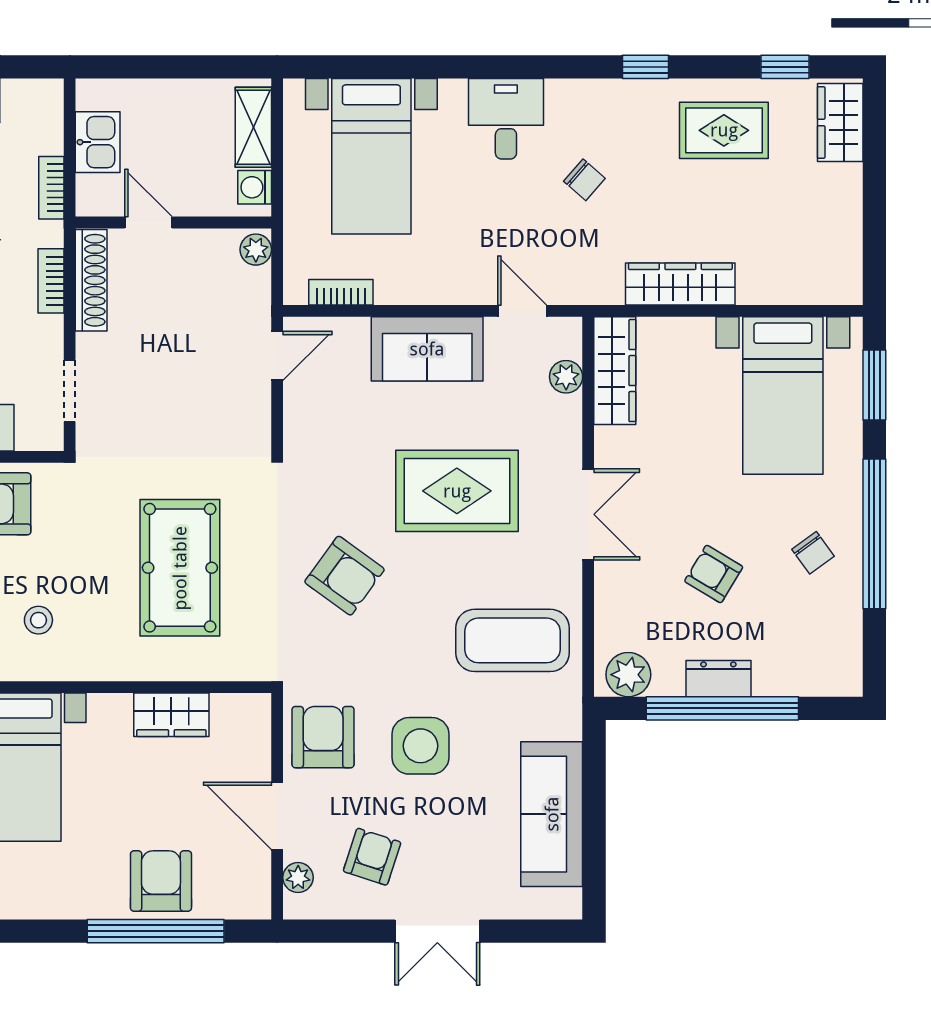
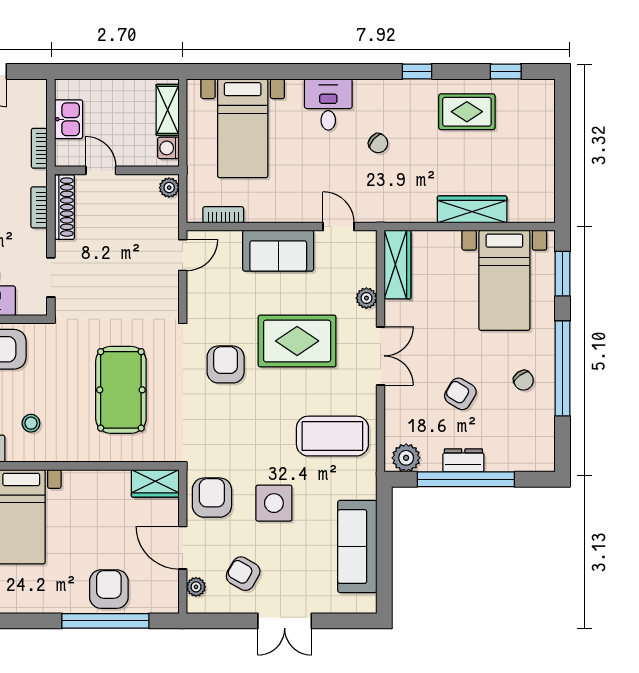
wardrobe: (840, 123) -> (541, 107), removed
wardrobe: (680, 284) -> (472, 209), moved
plant: (566, 377) -> (366, 298), moved
armchair: (344, 576) -> (226, 364), moved, turned -126
wardrobe: (171, 715) -> (155, 483), moved
armchair: (372, 857) -> (243, 574), turned -78

